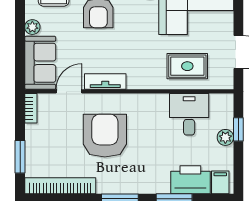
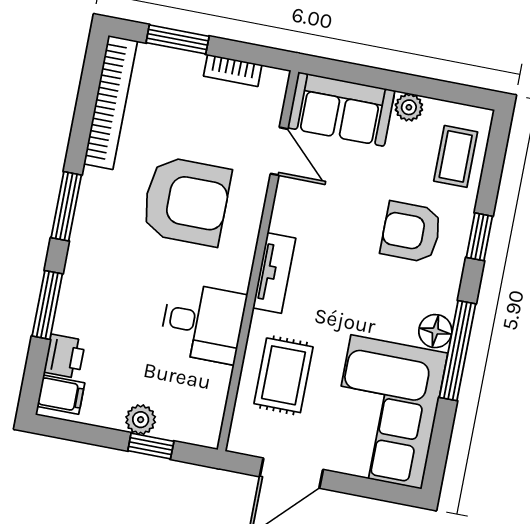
tv unit: (105, 82) -> (274, 273), moved
bookcase: (31, 108) -> (233, 70), moved
desk: (189, 114) -> (203, 323), moved
printer: (190, 180) -> (64, 356), width x0.53, depth x0.68

